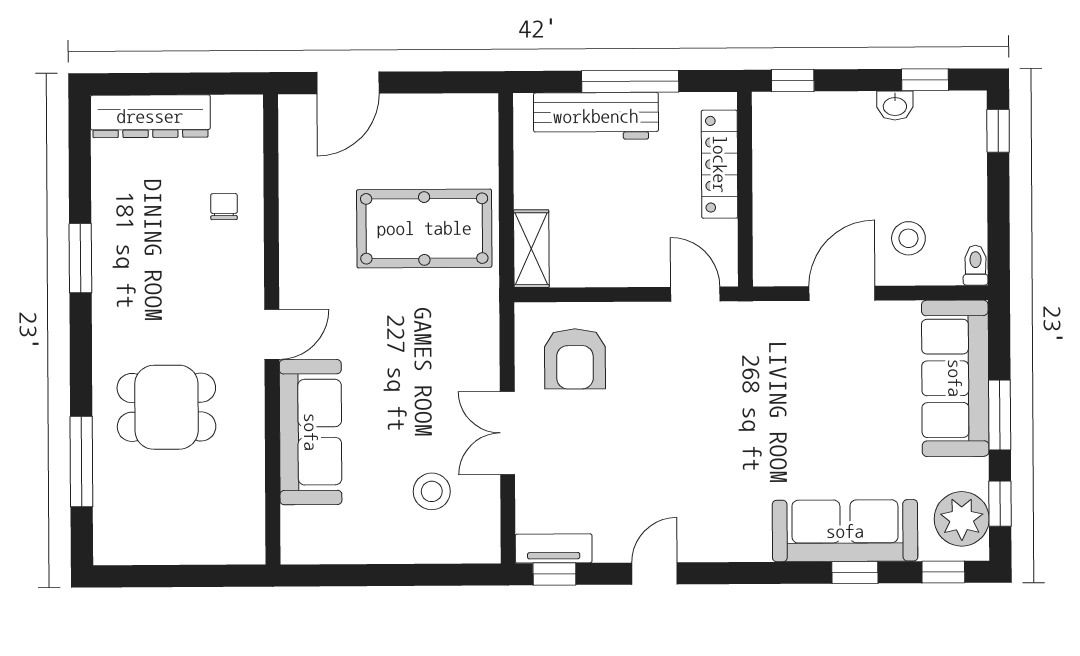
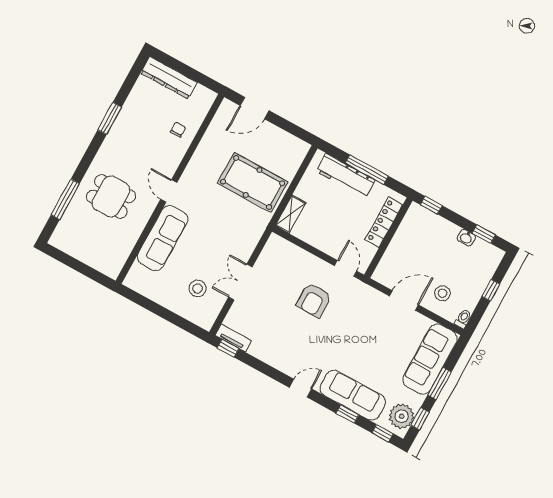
window: (998, 131) -> (491, 290), moved
door: (272, 334) -> (169, 191), swing flipped
armchair: (575, 359) -> (314, 300), moved
door: (654, 574) -> (301, 388), moved

